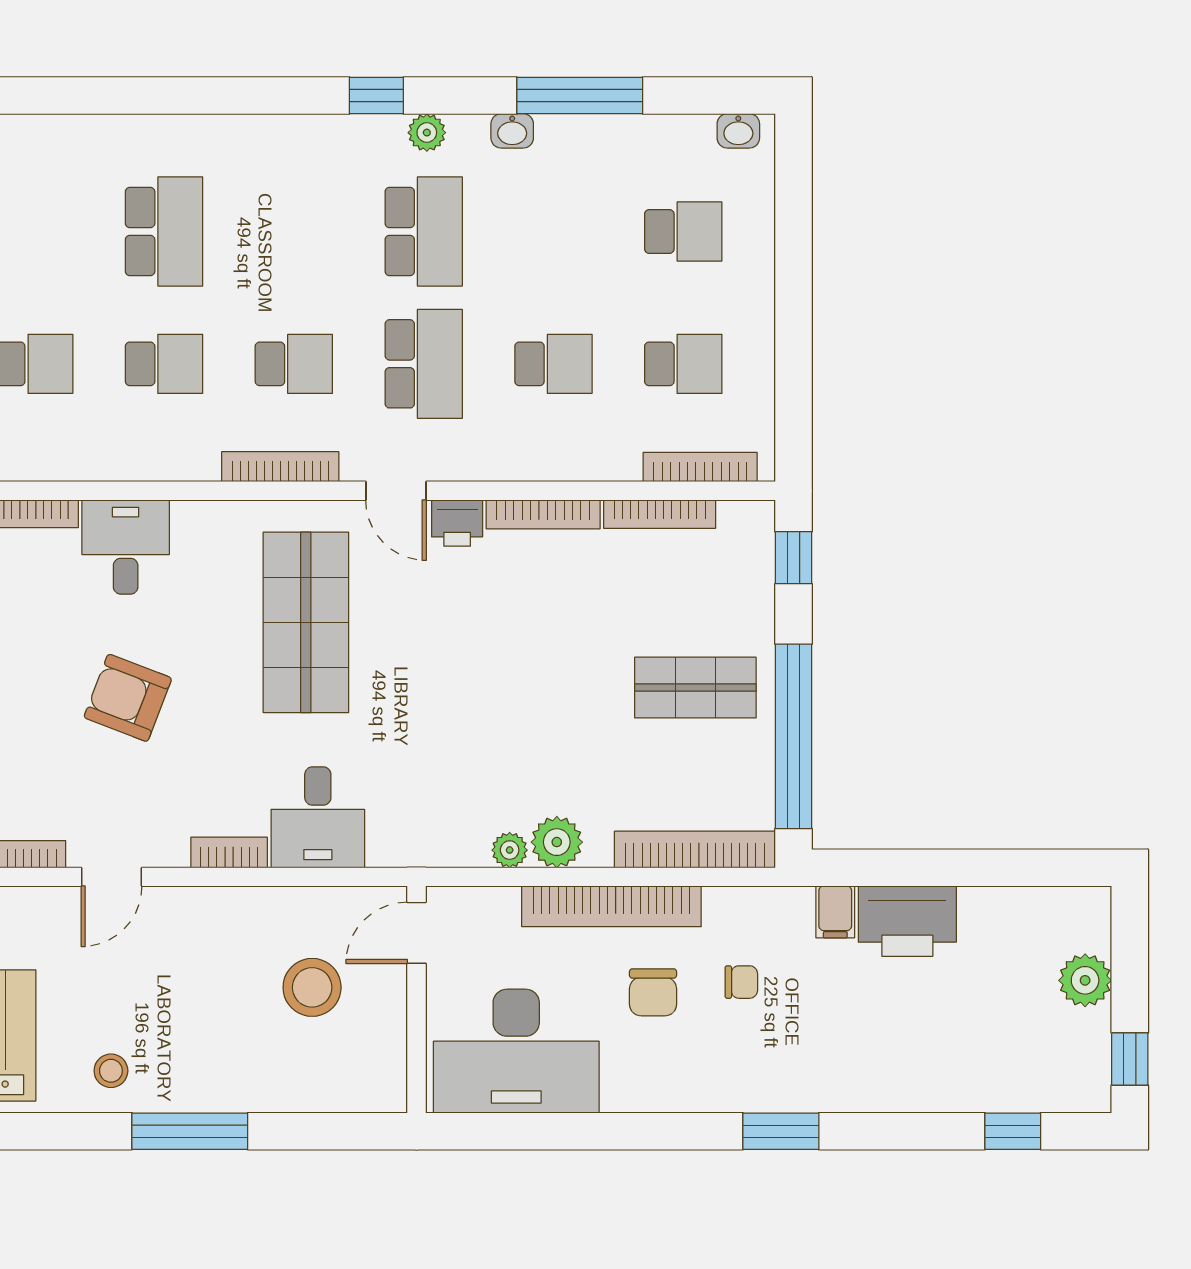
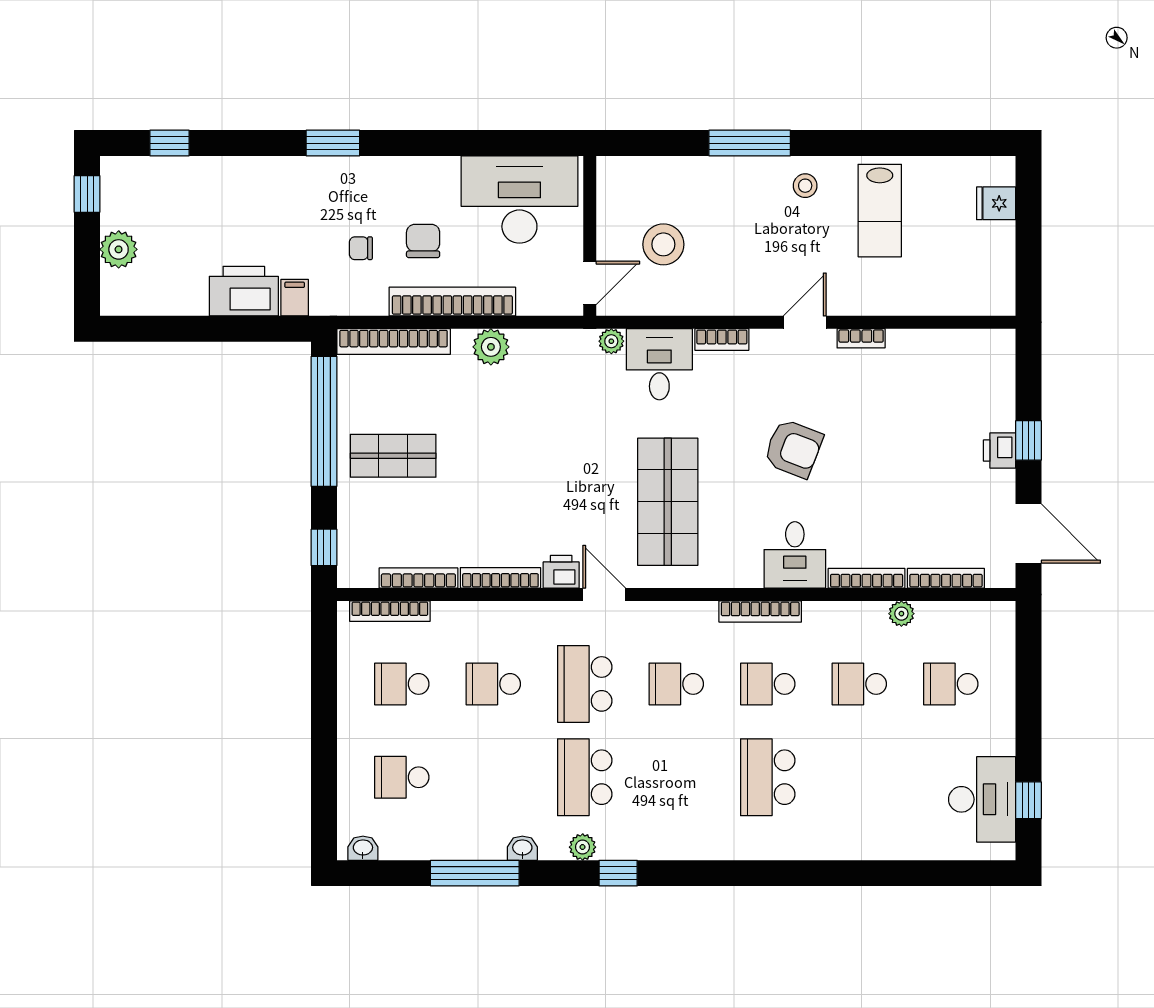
bookcase: (280, 467) -> (760, 611), moved
plant: (510, 850) -> (611, 341), moved

